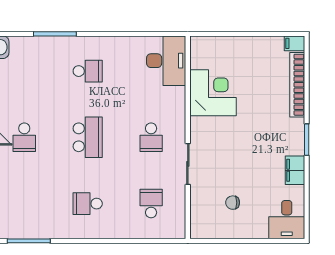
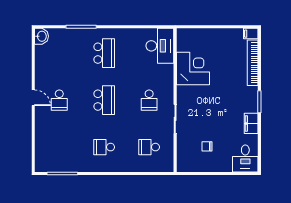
school desk: (88, 71) -> (104, 53), width x1.85
school desk: (151, 204) -> (149, 147), turned -90

